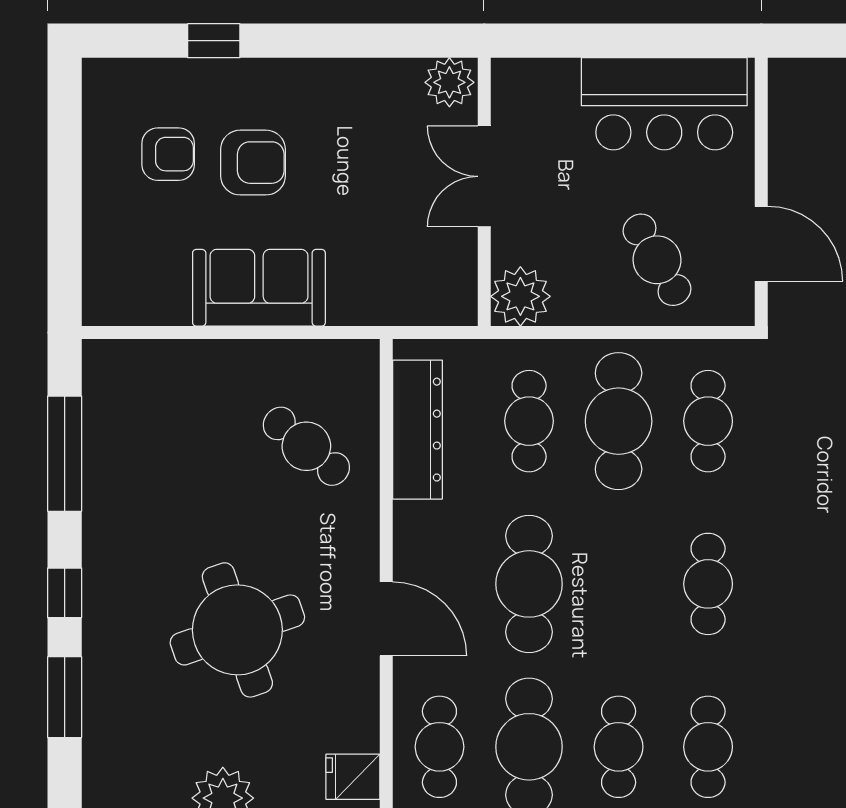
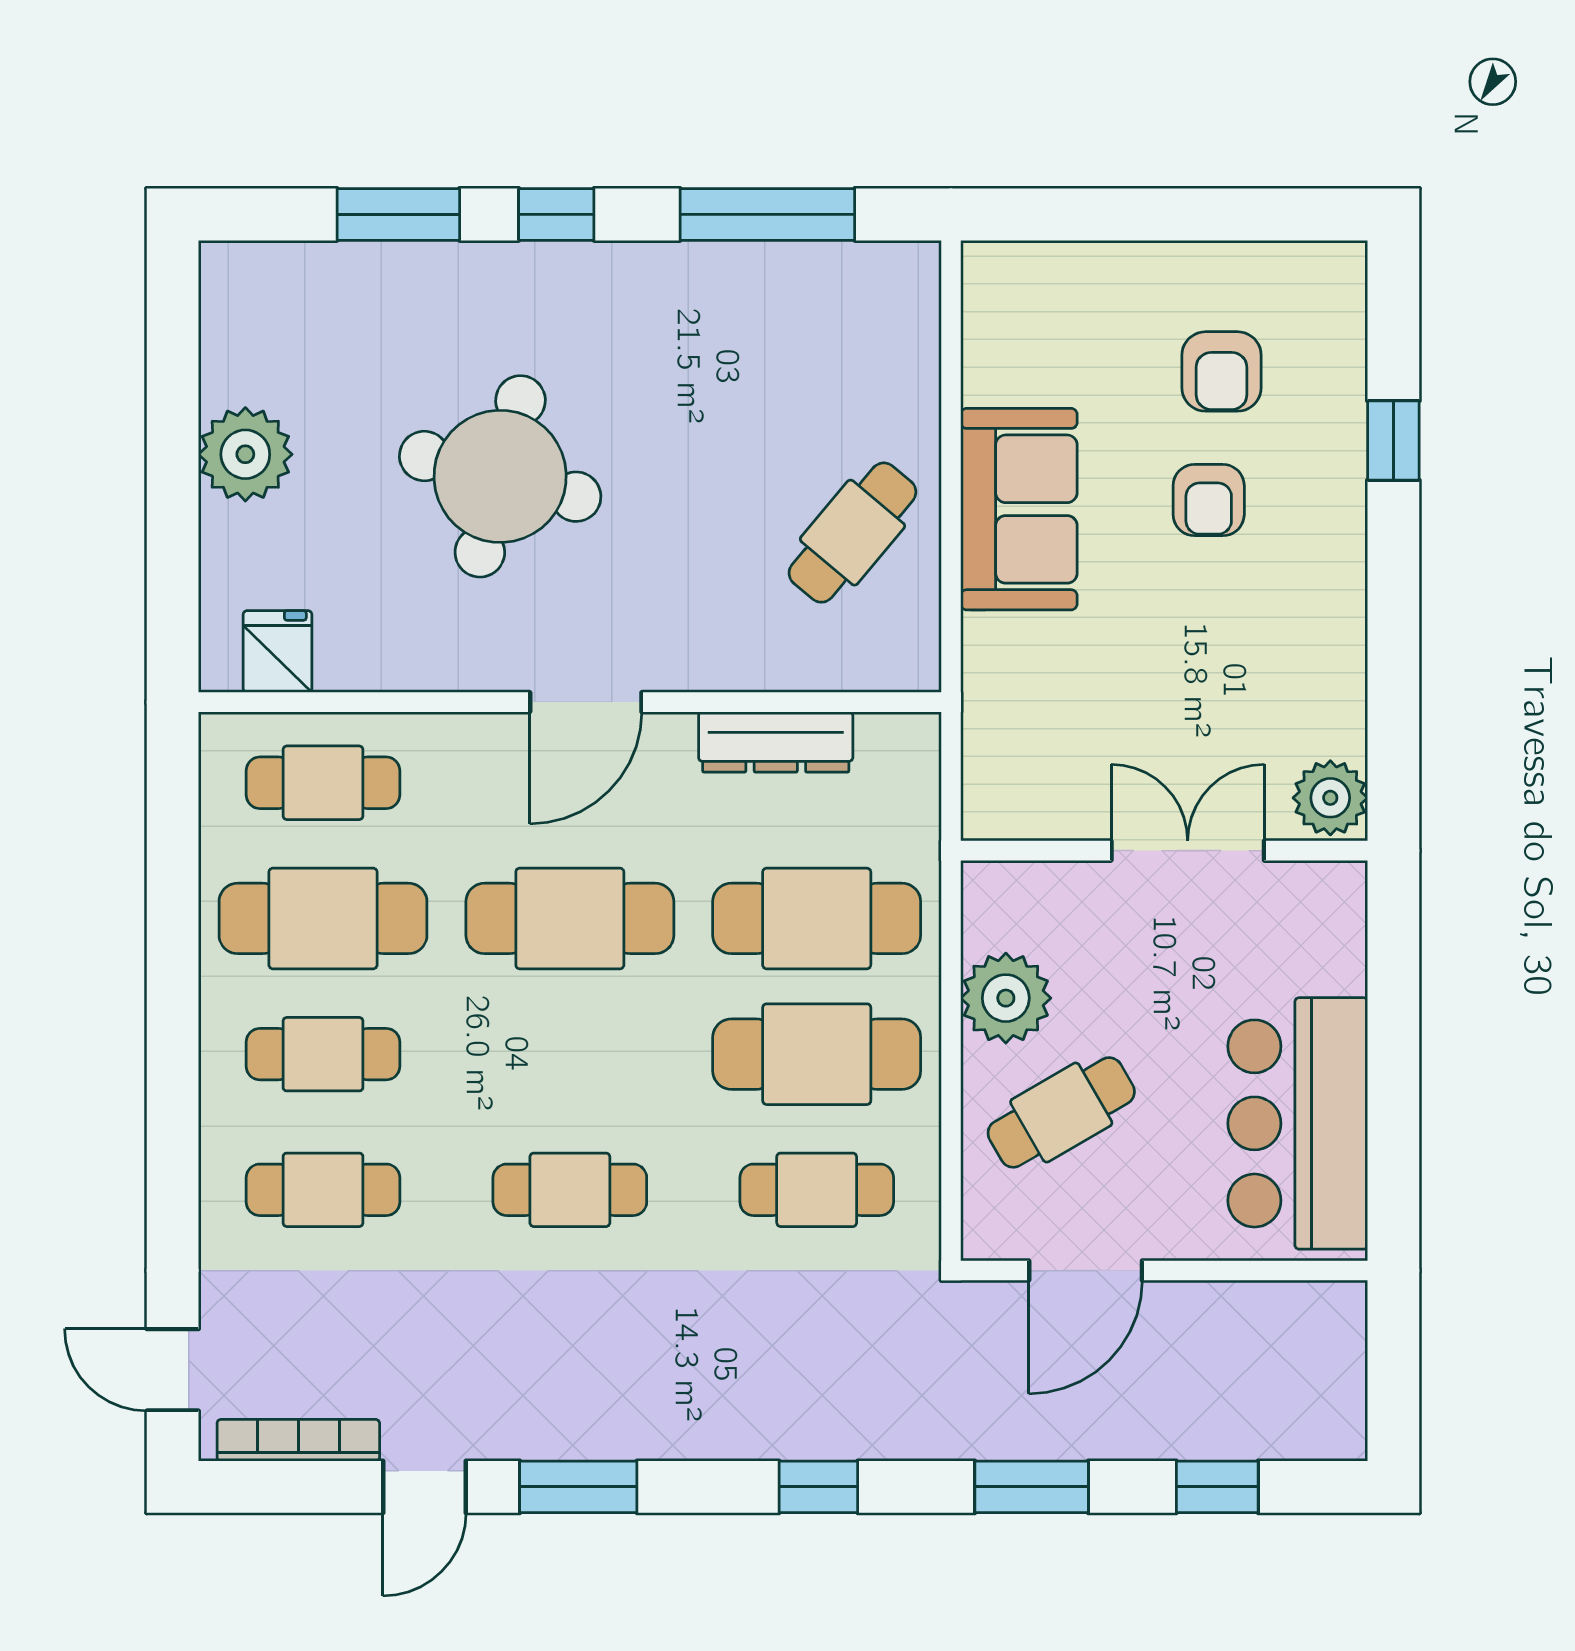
armchair: (253, 163) -> (1209, 500), width x0.72, depth x0.72
plant: (520, 296) -> (1006, 998), moved
cafe table: (529, 421) -> (817, 918), width x1.37, depth x1.35
dresser: (417, 430) -> (776, 742), width x0.73, depth x0.80
cafe table: (306, 446) -> (852, 533), moved
door: (386, 619) -> (586, 702), moved
round table: (237, 630) -> (500, 476), turned 34

